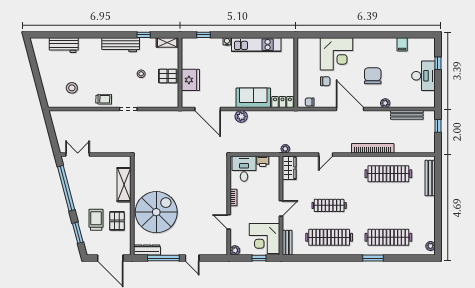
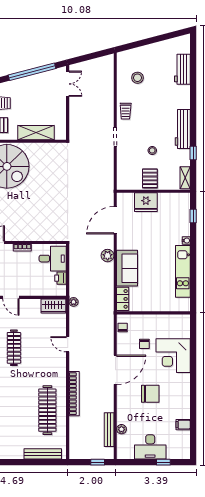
plant: (385, 103) -> (121, 429), moved

